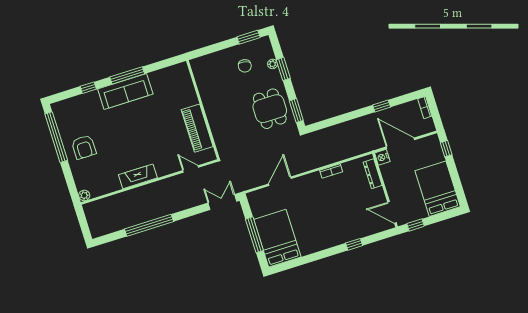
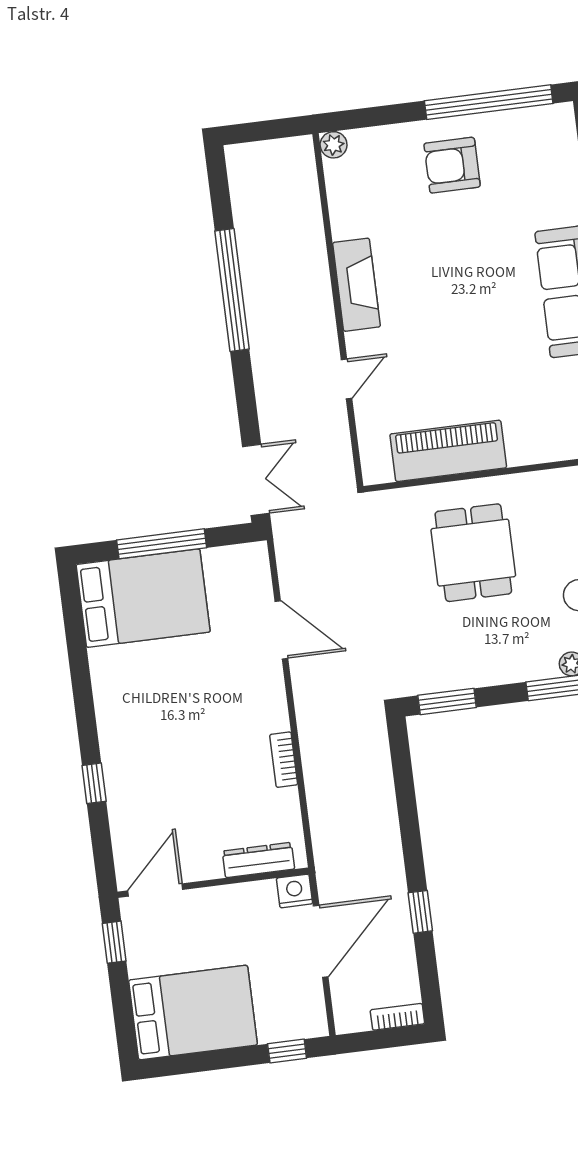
dining table: (270, 109) -> (473, 553), moved, turned 90
door: (191, 169) -> (346, 379), moved

